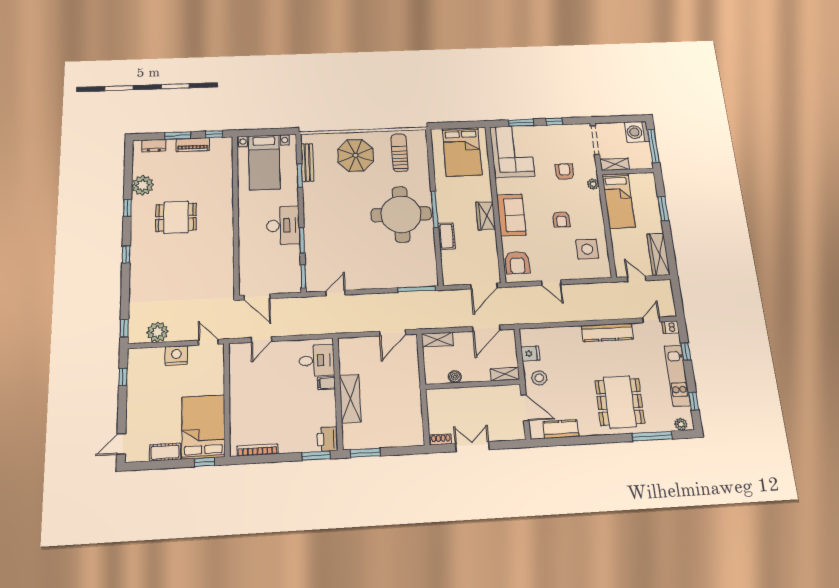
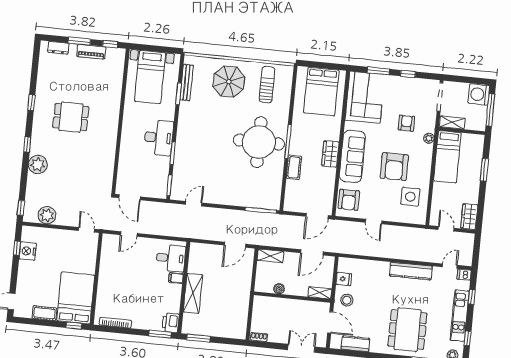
plant: (143, 185) -> (38, 165), moved
sofa: (511, 215) -> (352, 156), width x1.36
armchair: (561, 219) -> (394, 167), width x1.88, depth x1.88
wardrobe: (658, 254) -> (469, 217), width x0.67
nightstand: (176, 355) -> (28, 251), moved, turned -90
double door: (472, 447) -> (301, 348), moved

